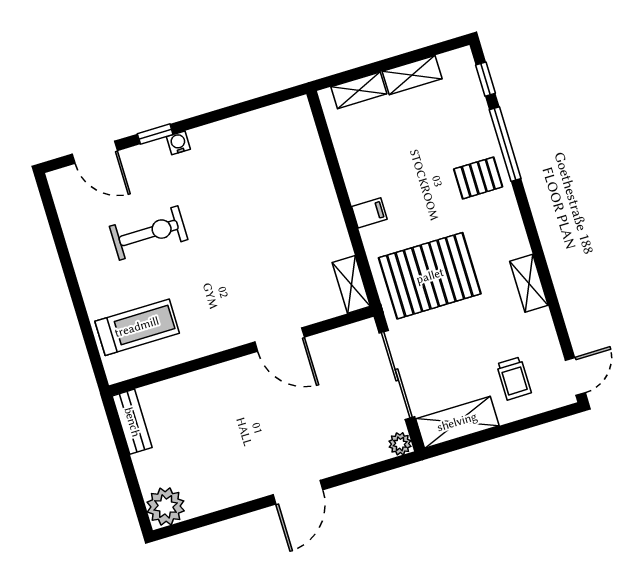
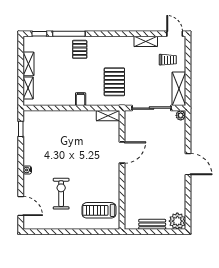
window: (155, 134) -> (21, 129), moved
door: (95, 152) -> (21, 206), hinge flipped
pallet: (430, 276) -> (114, 82), width x0.73, depth x0.71
shelving: (529, 283) -> (146, 41), moved
treadmill: (137, 327) -> (99, 210), turned -90
bench: (132, 422) -> (152, 224), moved

